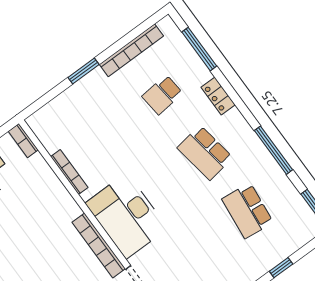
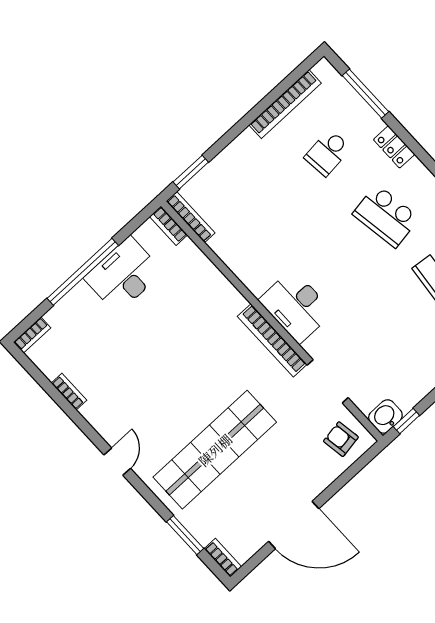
window: (84, 71) -> (191, 172), moved
bookcase: (69, 172) -> (191, 217), moved
desk: (127, 216) -> (296, 306), width x0.73, depth x0.77

